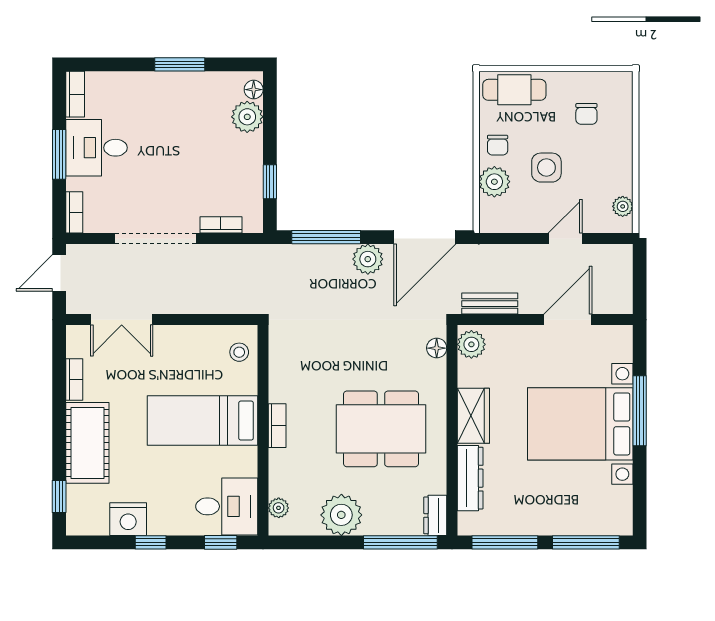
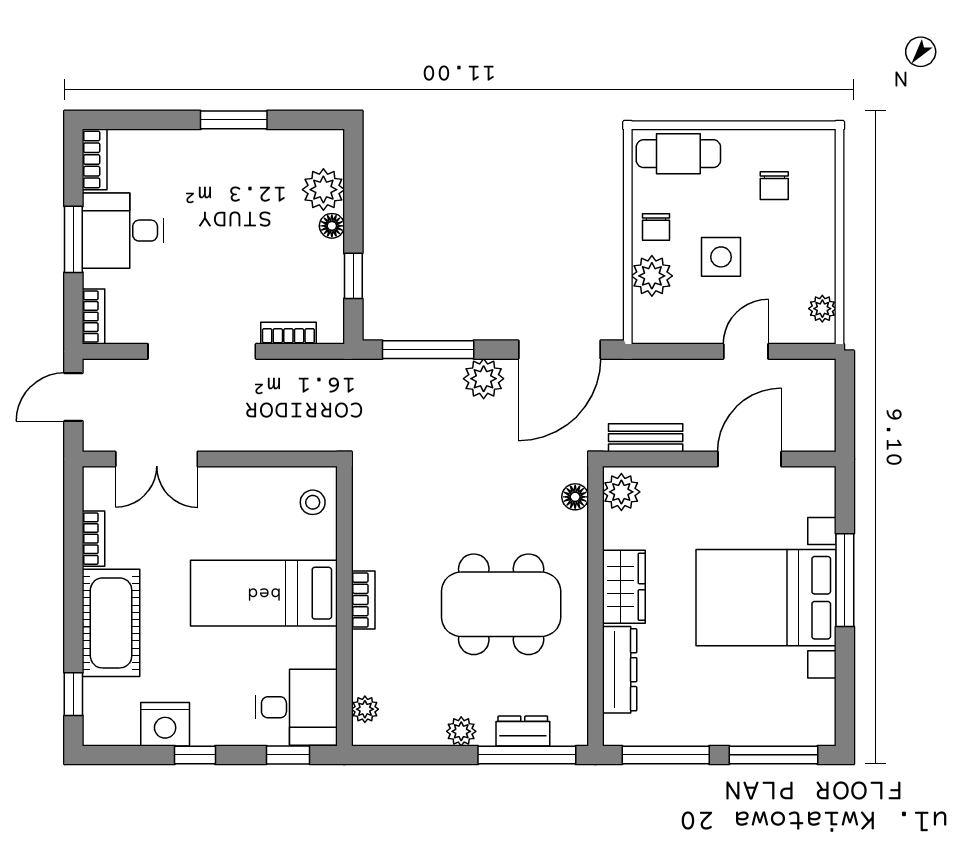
floor lamp: (254, 90) -> (332, 226), moved
plant: (341, 515) -> (461, 731), width x0.53, depth x0.53
dresser: (435, 515) -> (523, 731), moved, turned 90

